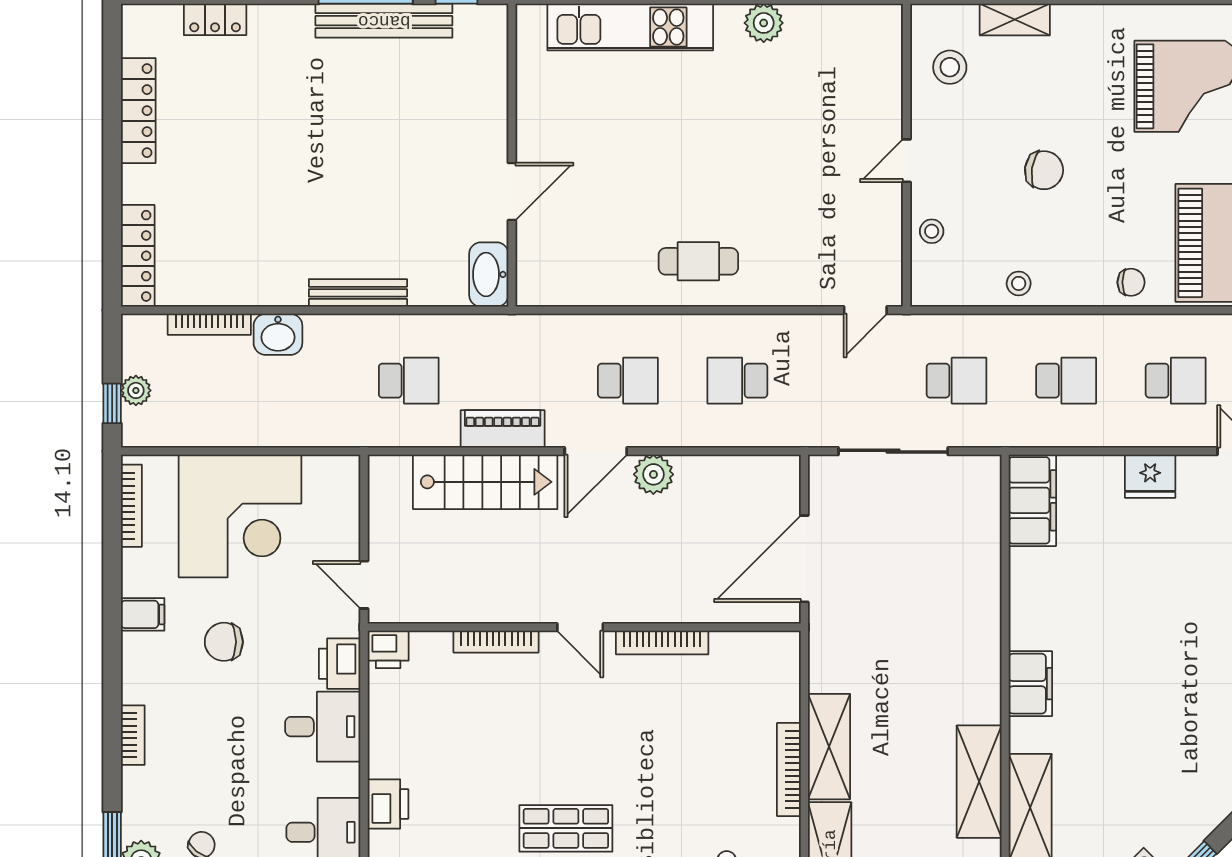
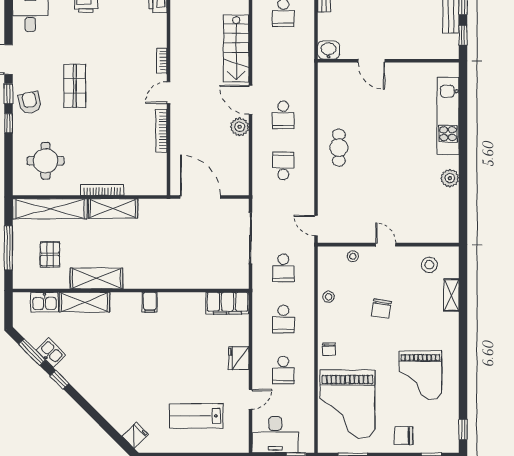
washbasin: (489, 274) -> (329, 50), width x0.72
piano: (503, 429) -> (261, 56), removed
bookcase: (496, 642) -> (162, 61), width x0.64
filing cabinet: (1030, 684) -> (150, 302), width x0.50

